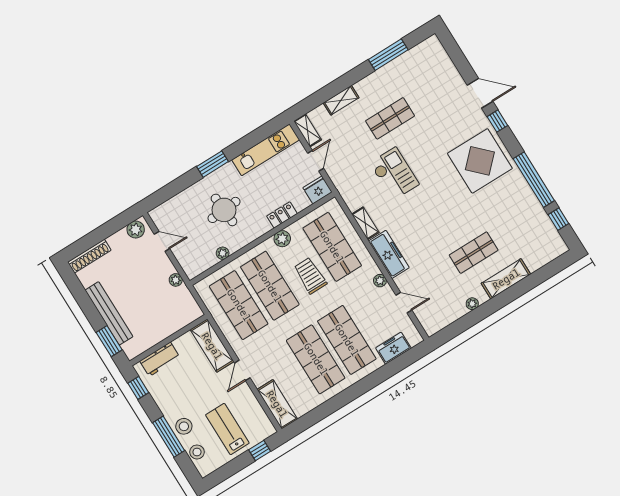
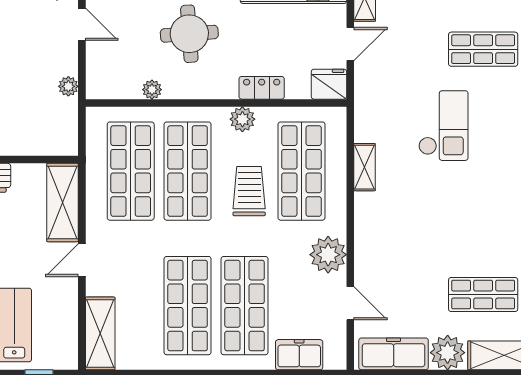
freezer: (389, 254) -> (394, 354), moved, turned -90
plant: (380, 281) -> (328, 255), width x1.87, depth x1.87
plant: (472, 304) -> (448, 353), width x1.87, depth x1.87

